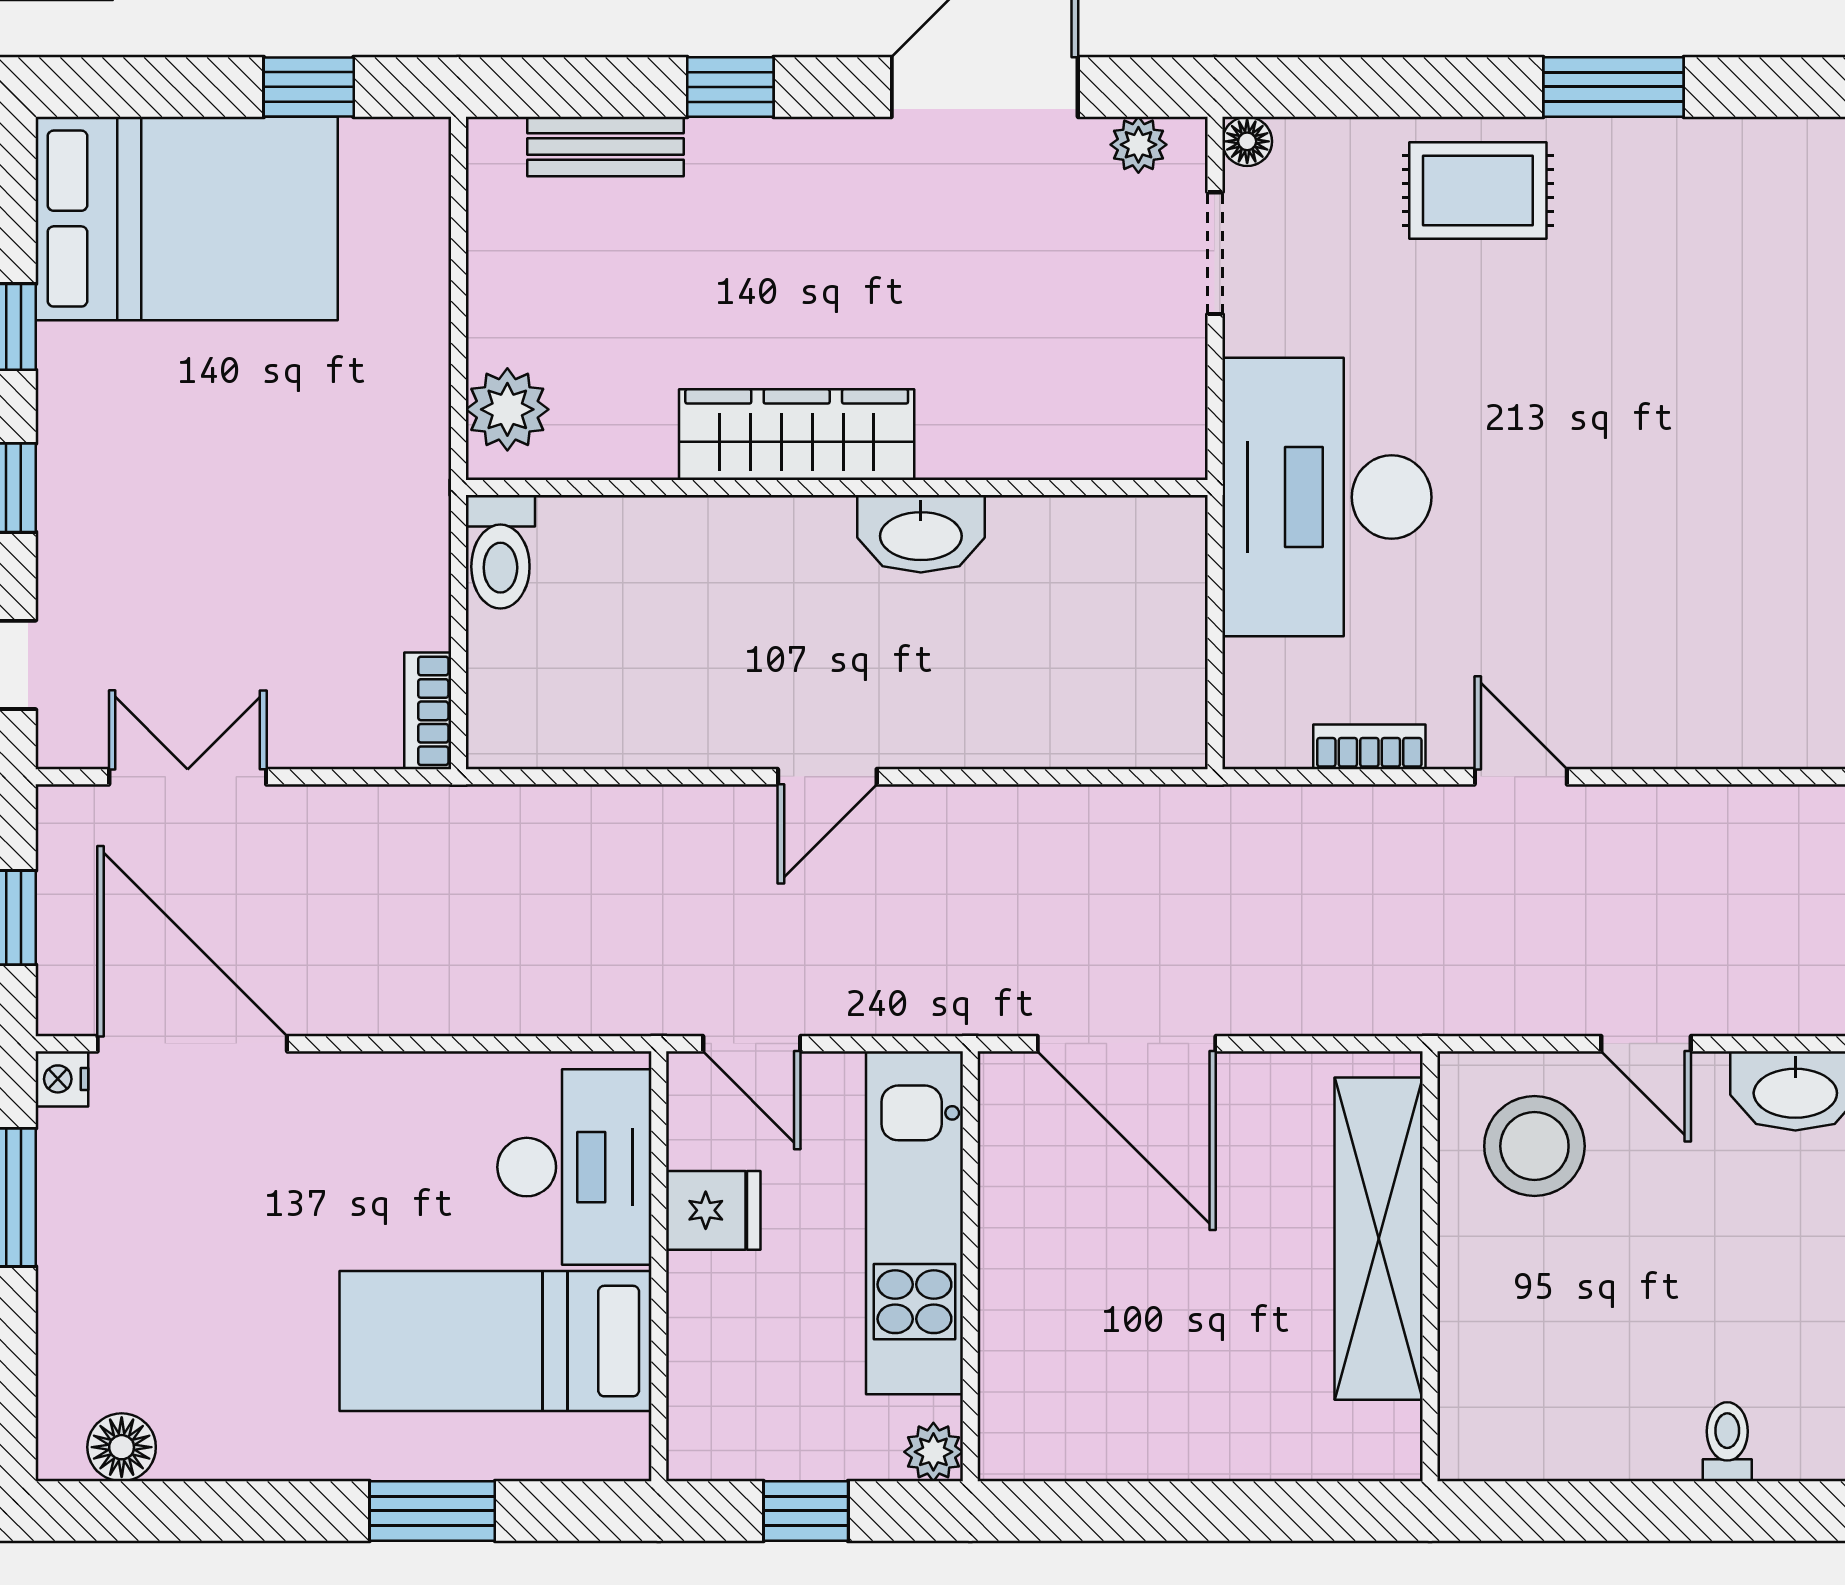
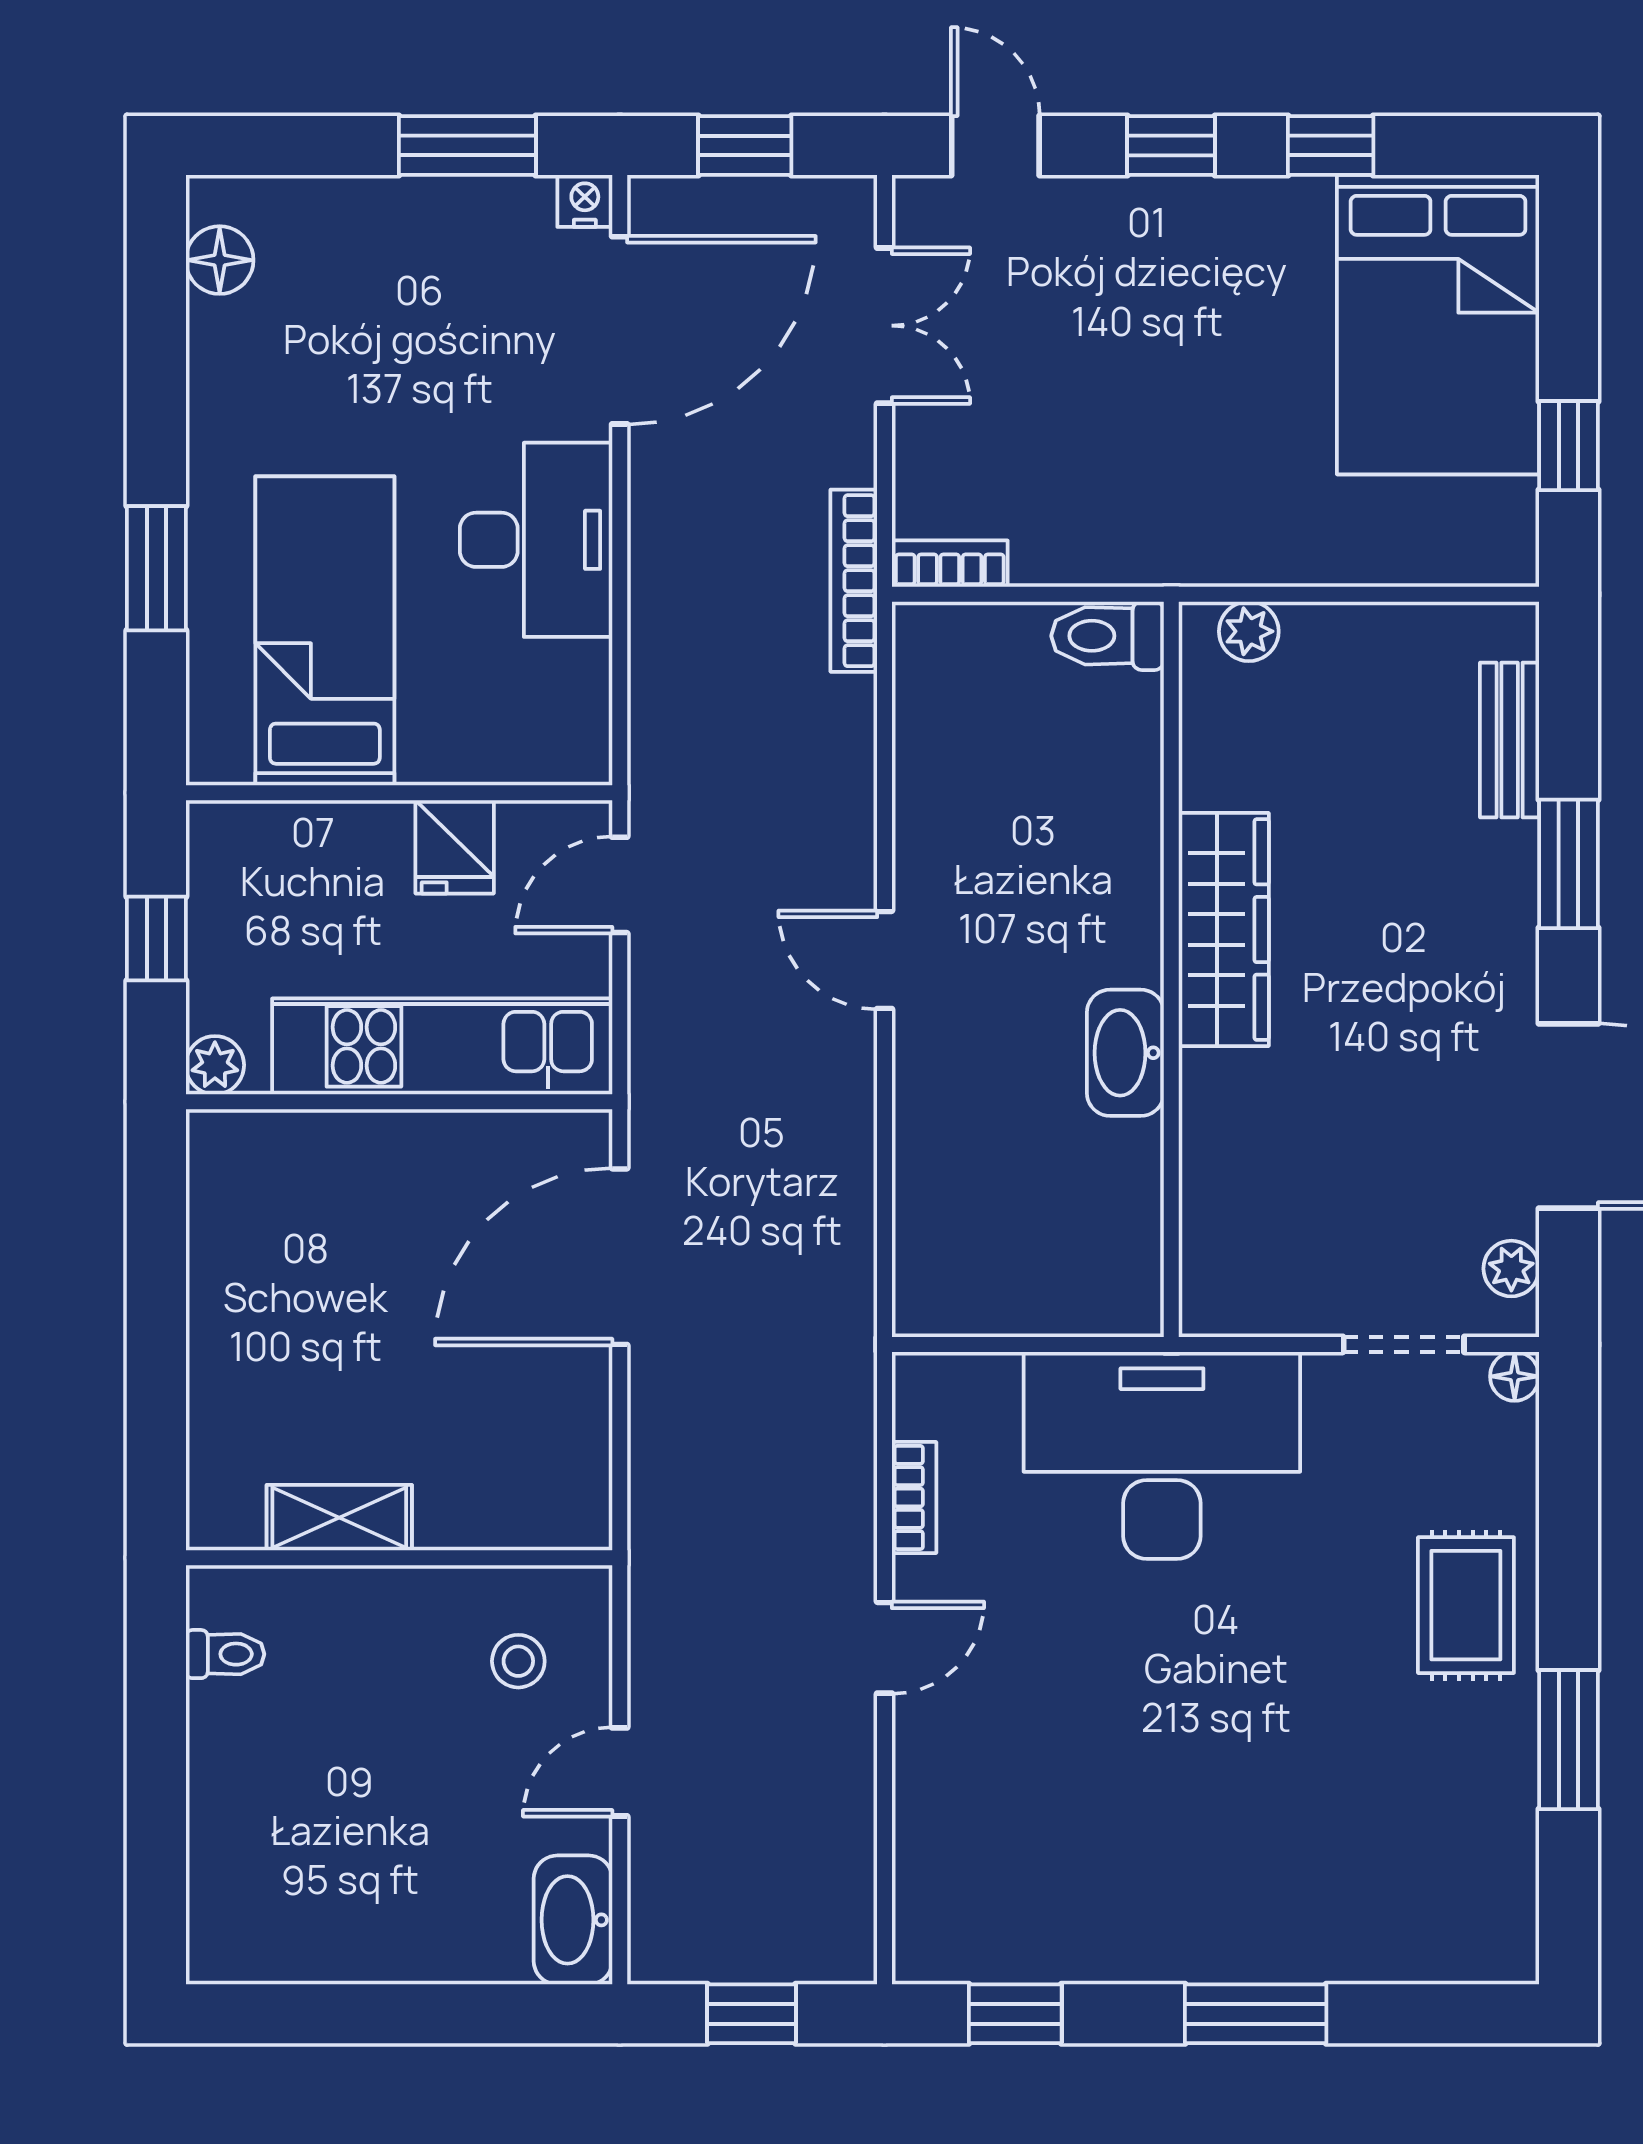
window: (730, 87) -> (1569, 864), width x1.50
plant: (507, 409) -> (1249, 631), width x0.73, depth x0.73
bookcase: (445, 808) -> (854, 581), added
stool: (1534, 1146) -> (518, 1661), width x0.53, depth x0.53
desk: (574, 1167) -> (536, 540), moved, turned -90
shelving: (1379, 1239) -> (339, 1518), width x0.45, depth x0.75
toilet: (1727, 1442) -> (225, 1654), moved

